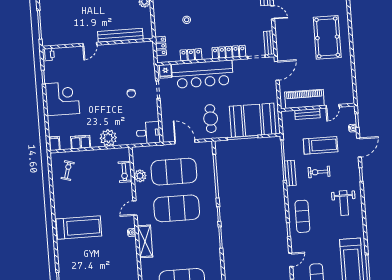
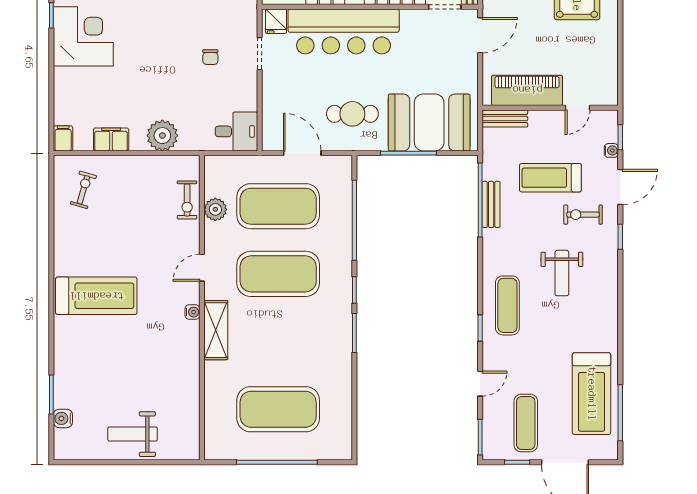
corner desk: (62, 99) -> (83, 36), moved
bench: (307, 114) -> (505, 119), moved
cafe table: (211, 119) -> (352, 114), turned 90
treadmill: (321, 145) -> (550, 178), turned 180
exercise bike: (319, 172) -> (583, 215), moved
bench: (290, 173) -> (491, 204), moved
weight bench: (344, 203) -> (562, 273), moved

